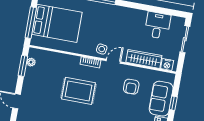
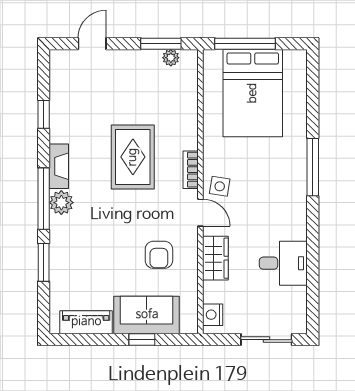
desk: (158, 25) -> (283, 263), moved
wardrobe: (144, 59) -> (215, 258), width x0.67
armchair: (131, 87) -> (159, 255), turned -90

